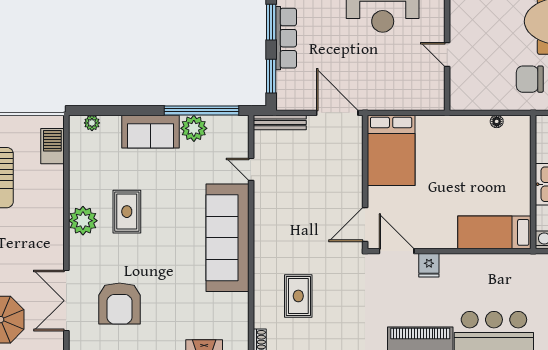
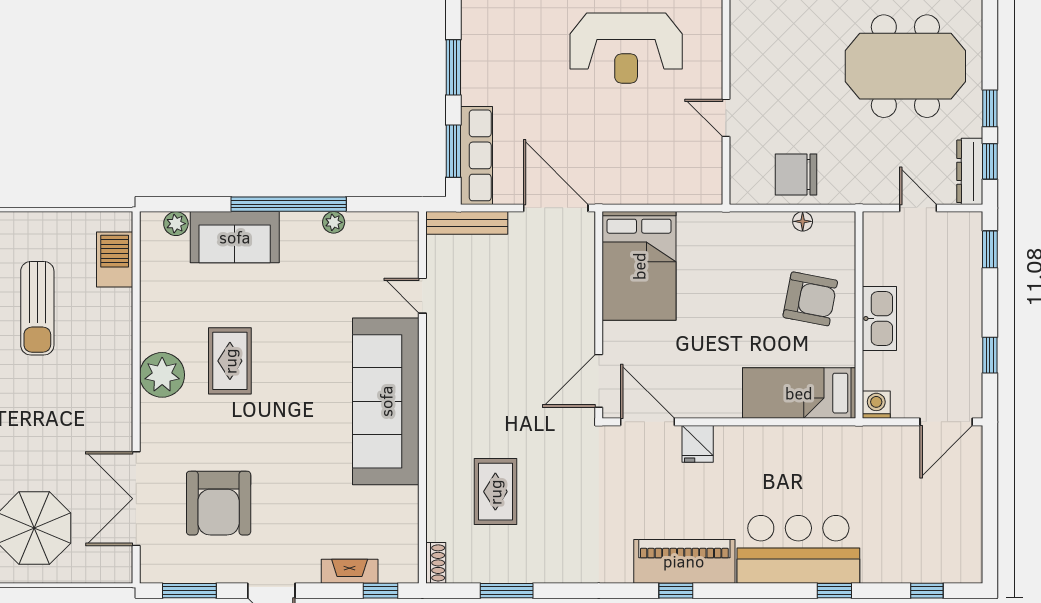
row of seats: (286, 38) -> (476, 155), moved
chair: (530, 79) -> (796, 175), moved
window: (202, 110) -> (289, 204), moved
plant: (194, 128) -> (334, 222), width x0.53, depth x0.53
sofa: (150, 132) -> (235, 237), moved
armchair: (502, 172) -> (810, 299), added

